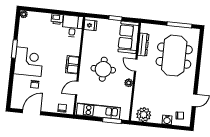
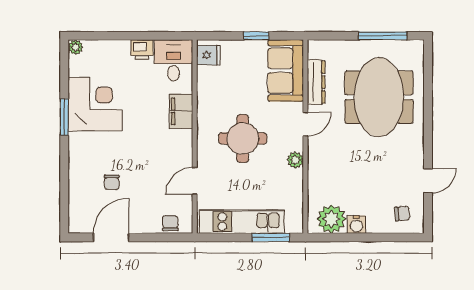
corner desk: (29, 62) -> (95, 104), moved
filing cabinet: (72, 65) -> (181, 111), moved
door: (136, 65) -> (305, 124), swing flipped
water cooler: (167, 120) -> (356, 225), moved

